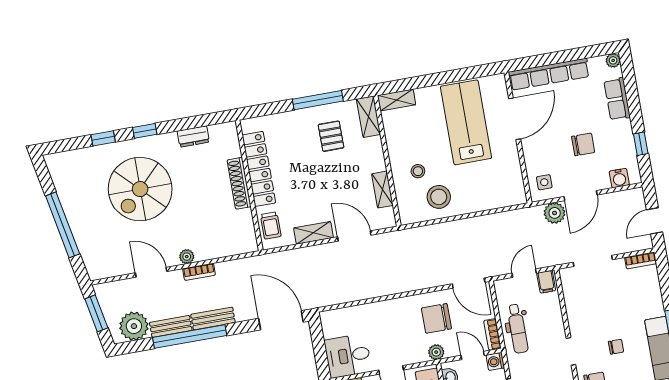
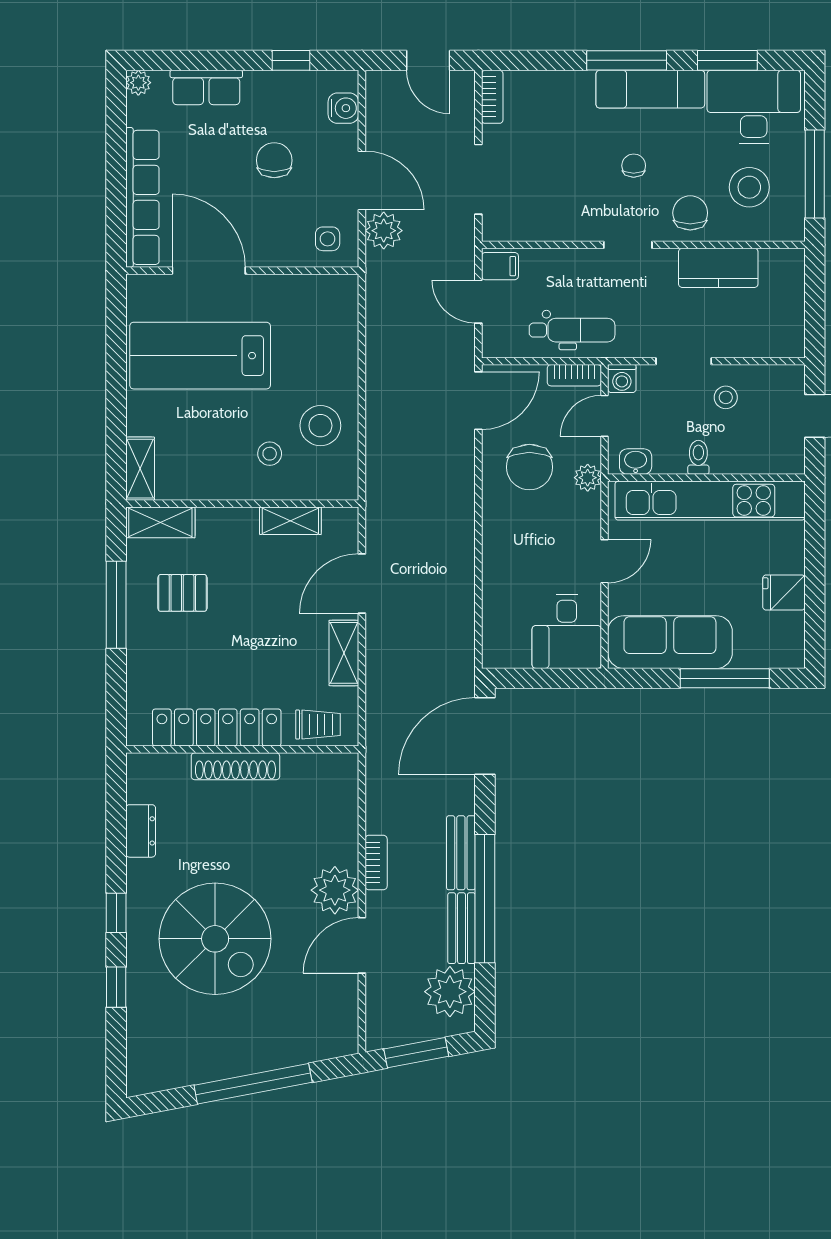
plant: (187, 257) -> (335, 890), width x1.87, depth x1.87

